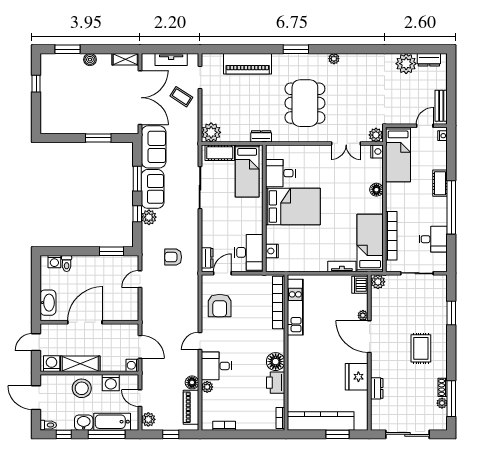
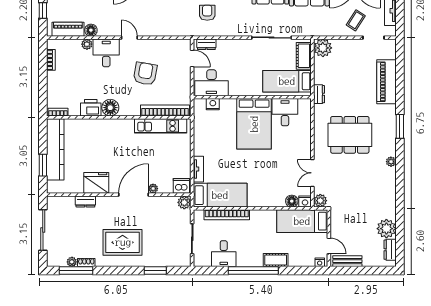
floor lamp: (376, 190) -> (292, 201), moved
armchair: (220, 306) -> (145, 74), moved, turned 100
rug: (421, 348) -> (123, 242), width x1.36, depth x1.43

